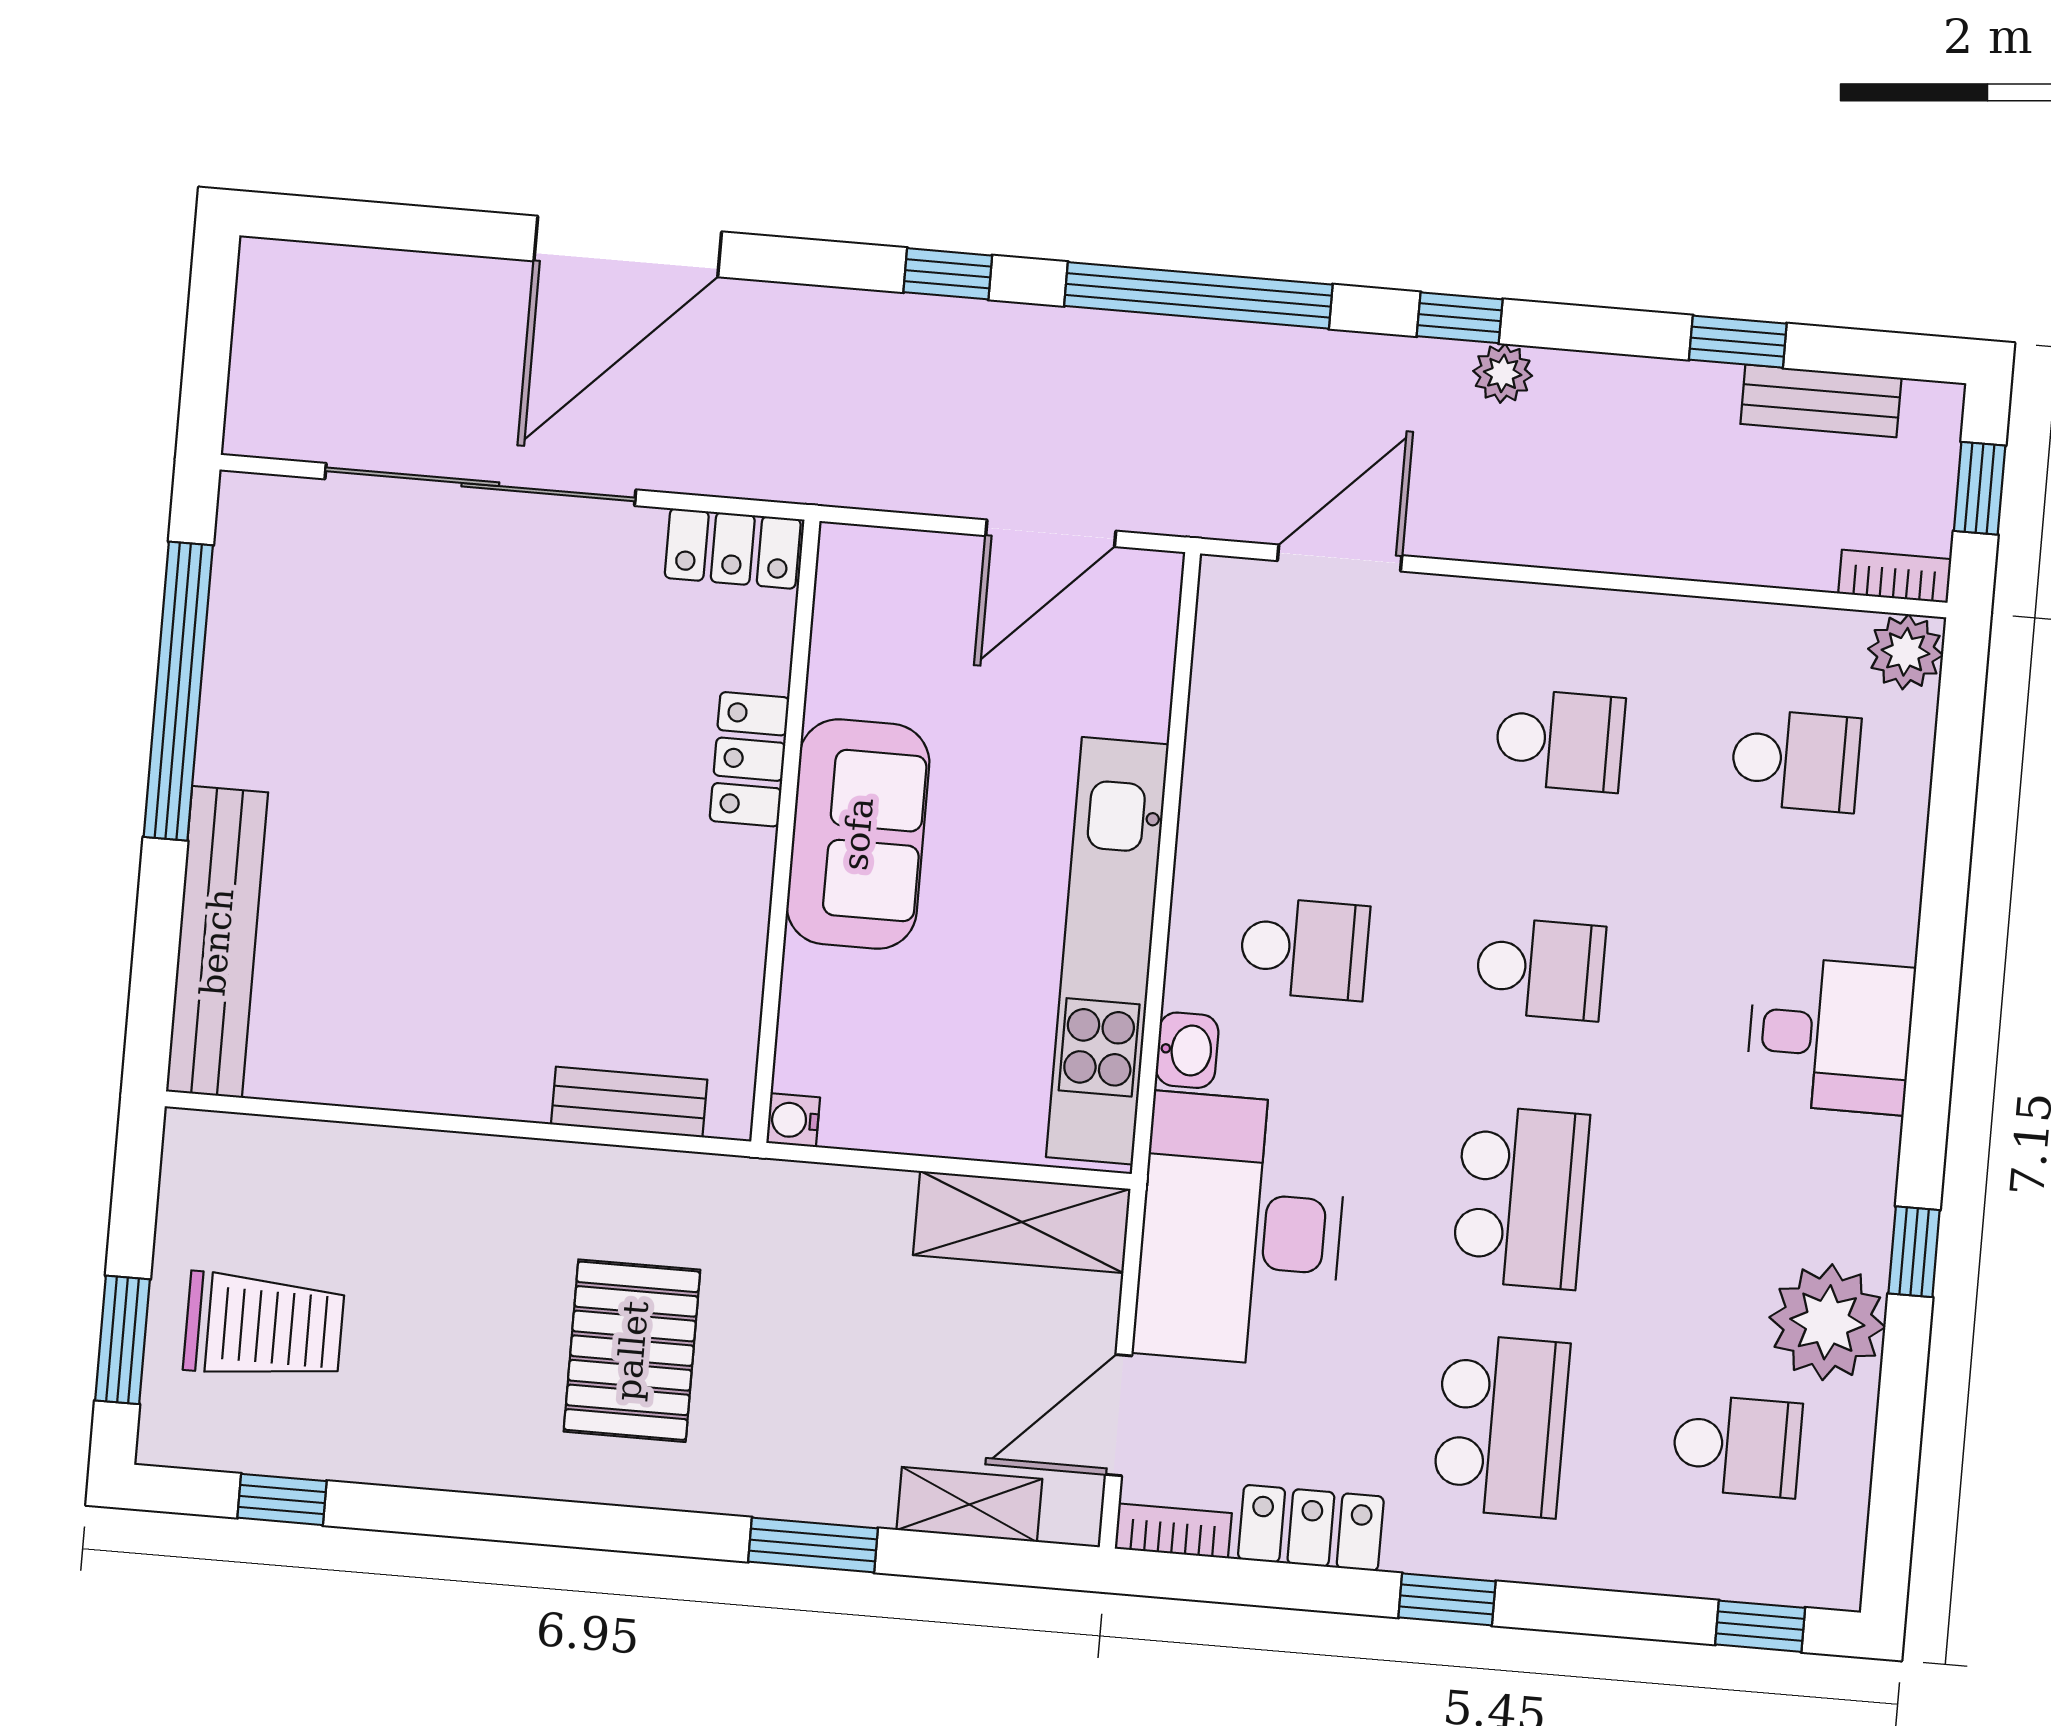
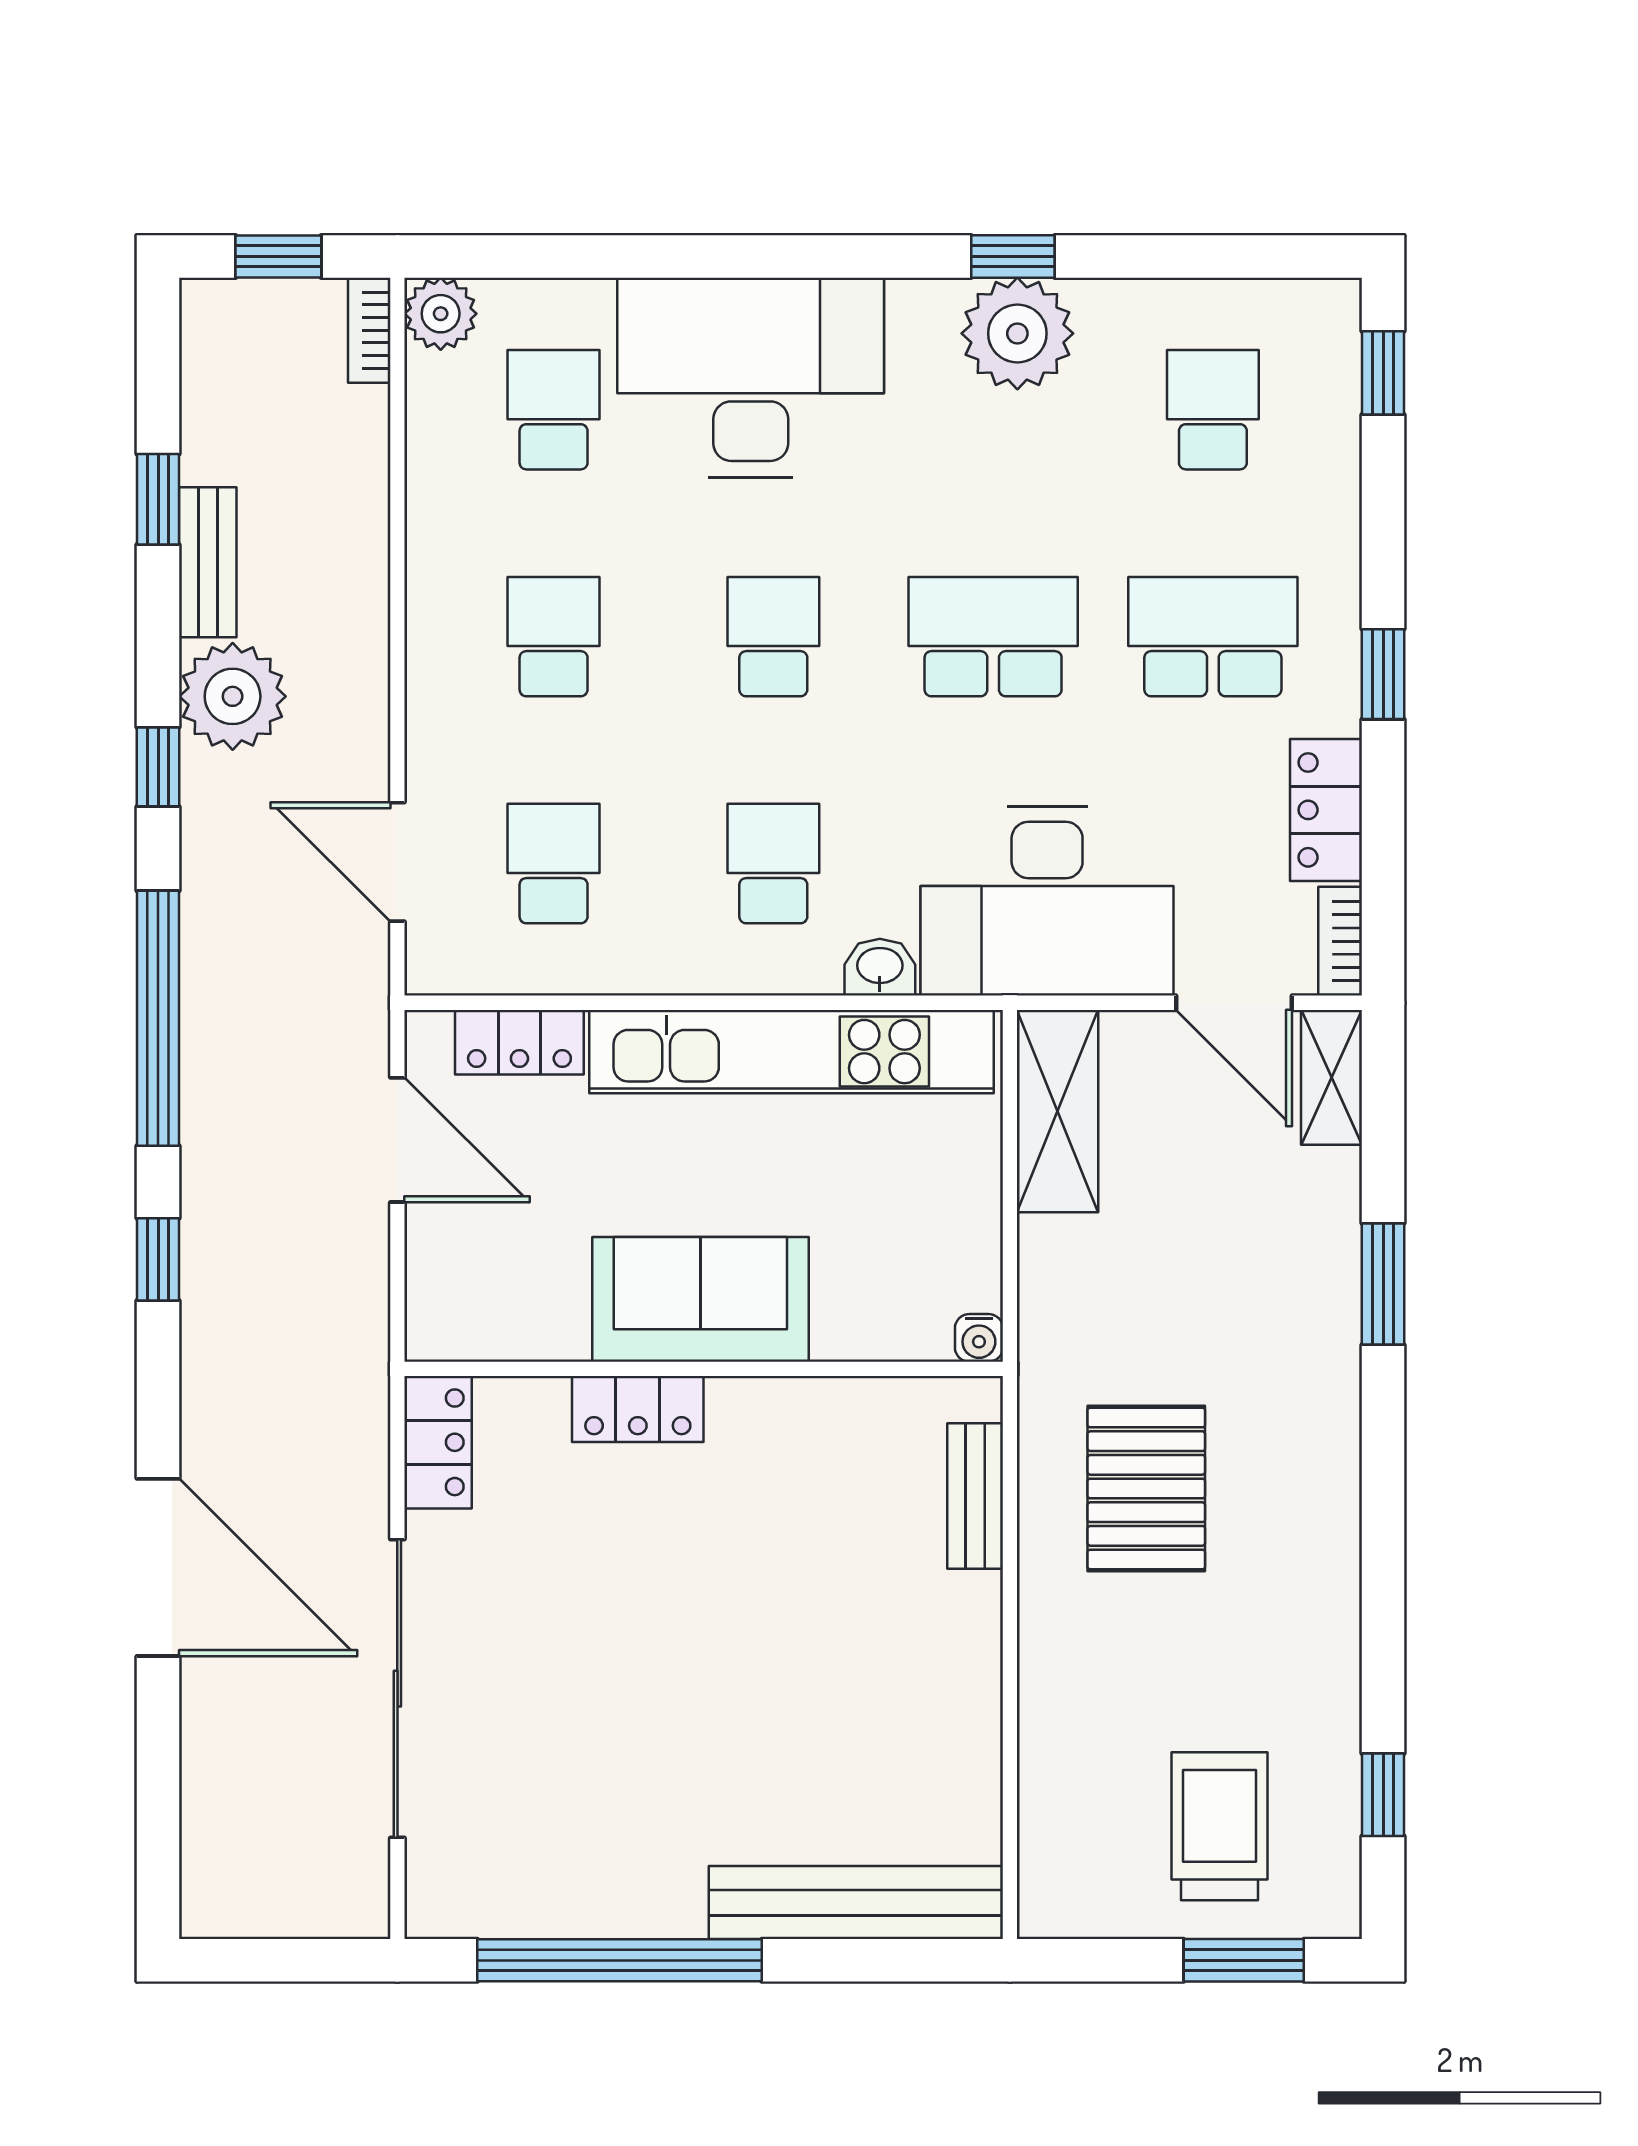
plant: (1503, 373) -> (233, 696), width x1.88, depth x1.88
bench: (1821, 401) -> (208, 562), moved
locker: (1141, 669) -> (519, 1042), added
school desk: (1324, 720) -> (554, 864), added
desk: (1830, 1035) -> (751, 377), width x1.87, depth x1.30
plant: (1827, 1322) -> (1017, 333), moved
pallet: (632, 1351) -> (1146, 1489), moved, turned 90
shelving: (969, 1504) -> (1332, 1077), moved

